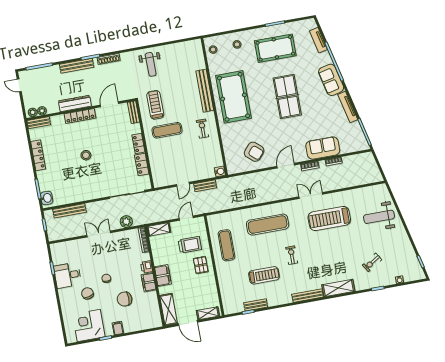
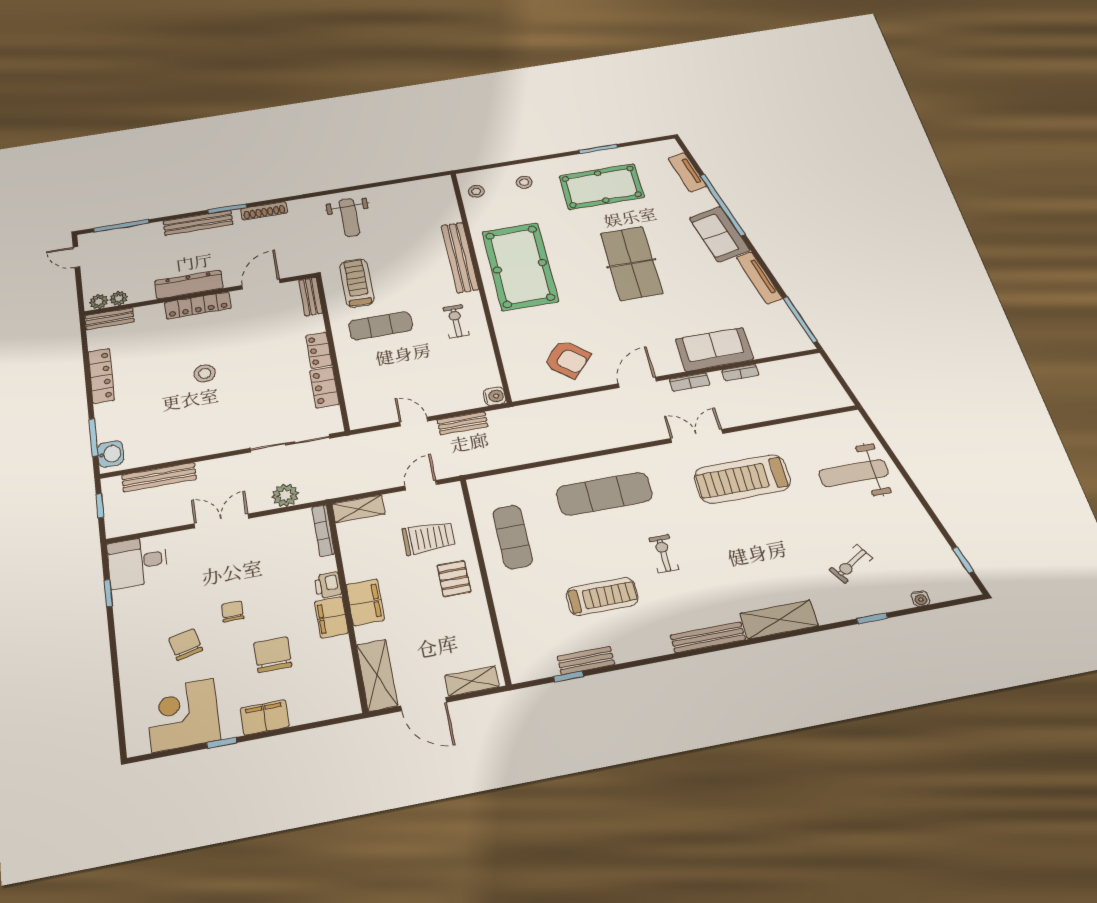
door: (183, 184) -> (414, 422), swing flipped
desk: (68, 275) -> (137, 562), moved
chair: (124, 299) -> (273, 655), turned 90
filing cabinet: (118, 328) -> (265, 717), width x2.00

